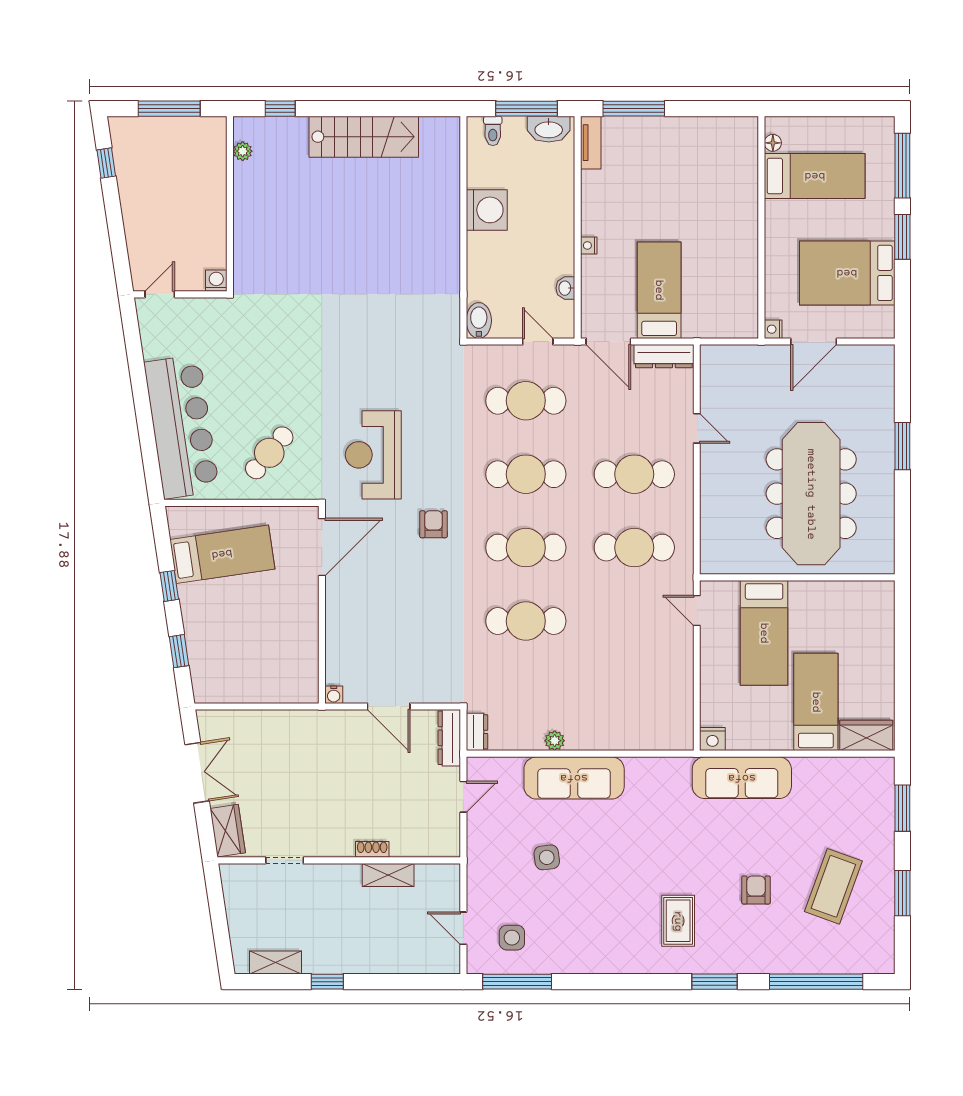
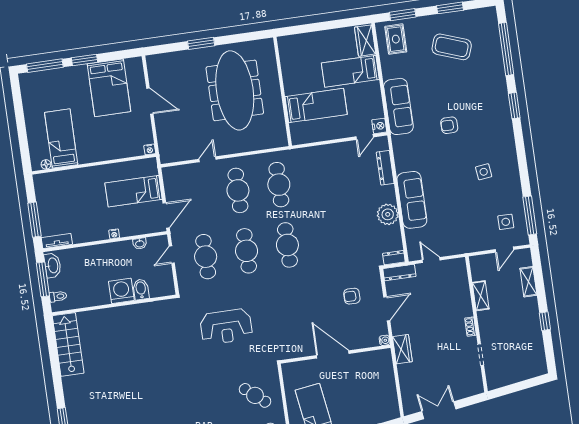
stairs: (364, 137) -> (68, 344), moved
floor lamp: (773, 143) -> (46, 164), moved
bed: (815, 176) -> (61, 139), moved
washing machine: (487, 210) -> (121, 291), moved
wall: (761, 227) -> (94, 164), moved
bidet: (479, 321) -> (141, 289), moved, turned 90
nightstand: (773, 329) -> (150, 149), moved
dresser: (664, 356) -> (385, 168), moved, turned 180
reception desk: (373, 455) -> (226, 327), moved
meeting table: (811, 494) -> (235, 90), turned 90
armchair: (434, 524) -> (352, 296), moved
door: (322, 547) -> (333, 354), moved
door: (697, 611) -> (365, 137), moved
cafe table: (526, 621) -> (328, 239), removed
plant: (555, 741) -> (388, 214), width x1.88, depth x1.88
wardrobe: (228, 831) -> (402, 349), moved, turned 98
shoe rack: (372, 849) -> (471, 327), moved
side table: (547, 857) -> (484, 172), moved
armchair: (756, 890) -> (449, 125), moved
rug: (678, 921) -> (396, 39), moved, turned 90
shelving: (275, 963) -> (528, 282), moved

